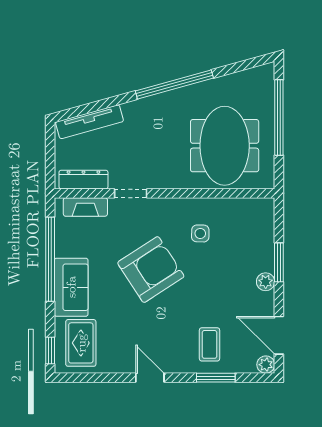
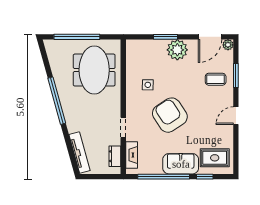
meeting table: (225, 146) -> (94, 70), turned 90
dresser: (83, 180) -> (115, 156), width x0.70
plant: (266, 282) -> (177, 50), width x1.88, depth x1.88
window: (50, 351) -> (205, 177), moved

